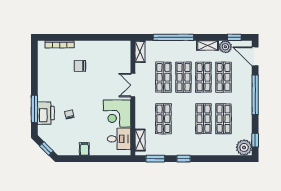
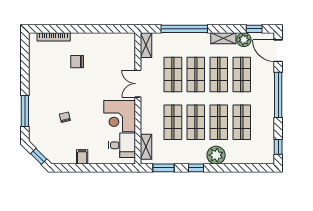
printer: (46, 113) -> (38, 116), removed
shop shelf: (183, 119) -> (196, 122), added
plant: (244, 147) -> (216, 155), moved

